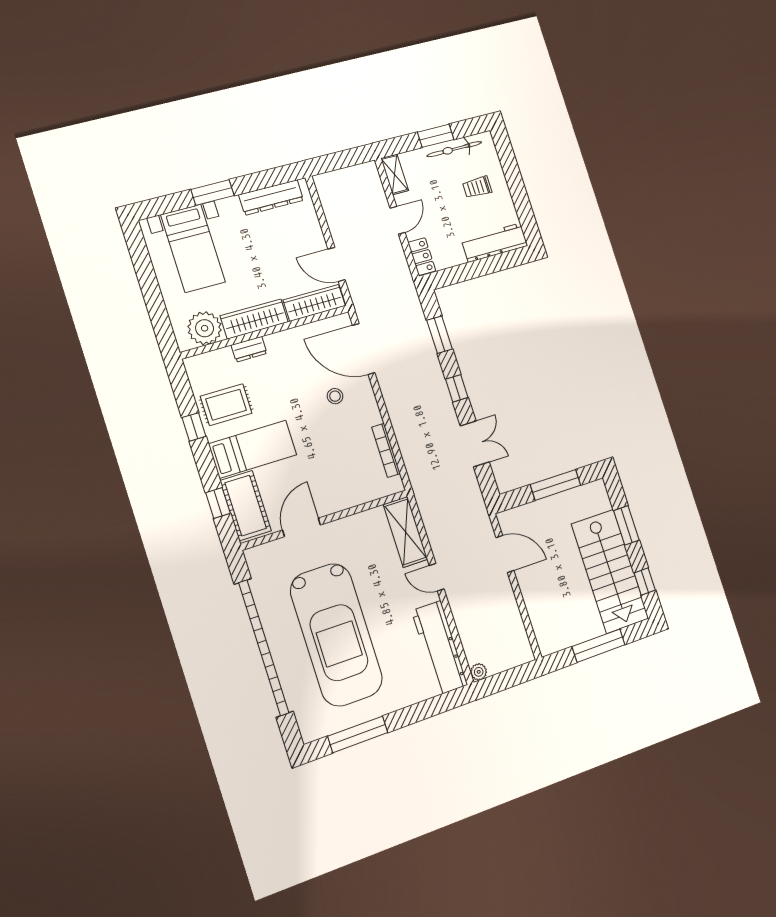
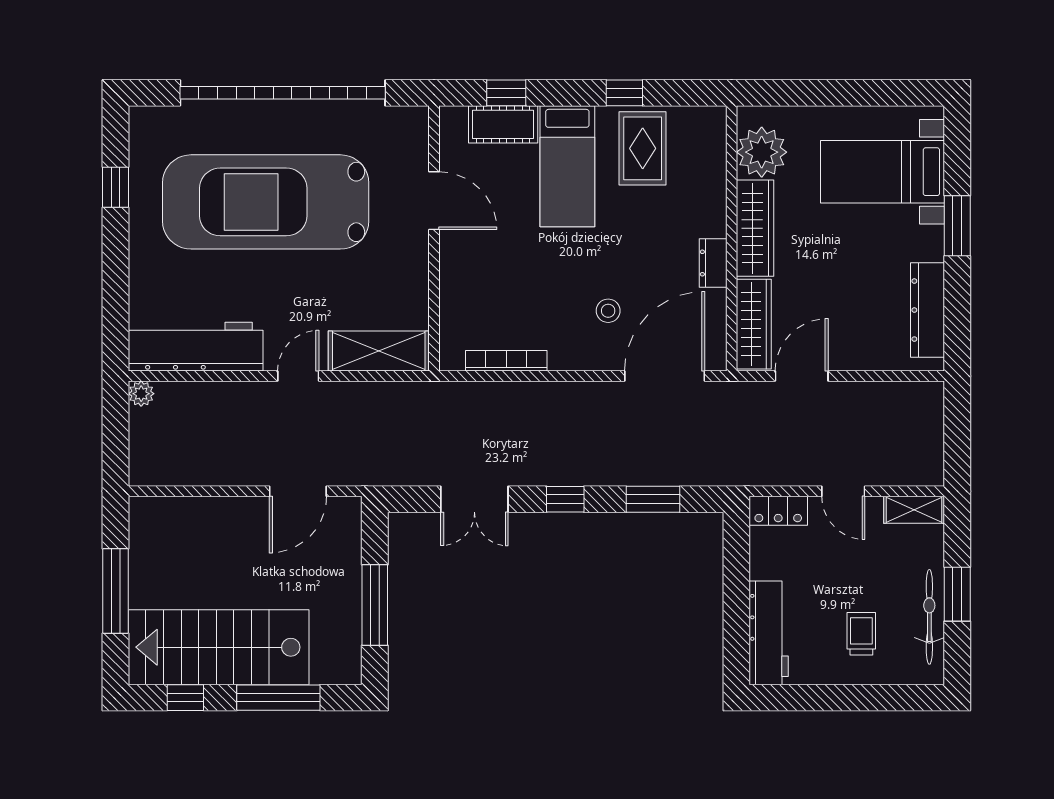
dresser: (249, 349) -> (713, 263), moved
cot: (246, 506) -> (503, 124), width x0.73, depth x0.75
window: (626, 525) -> (278, 698), width x1.44
window: (358, 734) -> (116, 187), width x0.46

